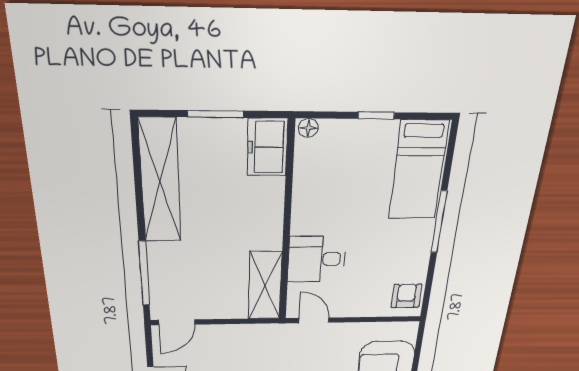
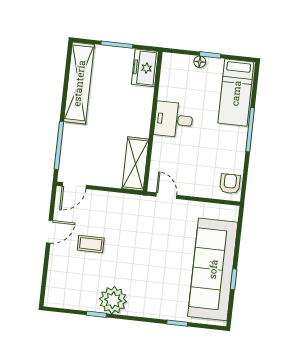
floor lamp: (308, 128) -> (200, 62), moved
desk: (317, 259) -> (174, 120), moved

